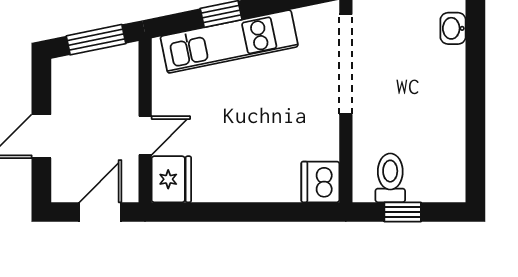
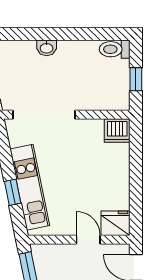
washbasin: (453, 28) -> (47, 48), moved
toilet: (390, 178) -> (115, 49), moved

